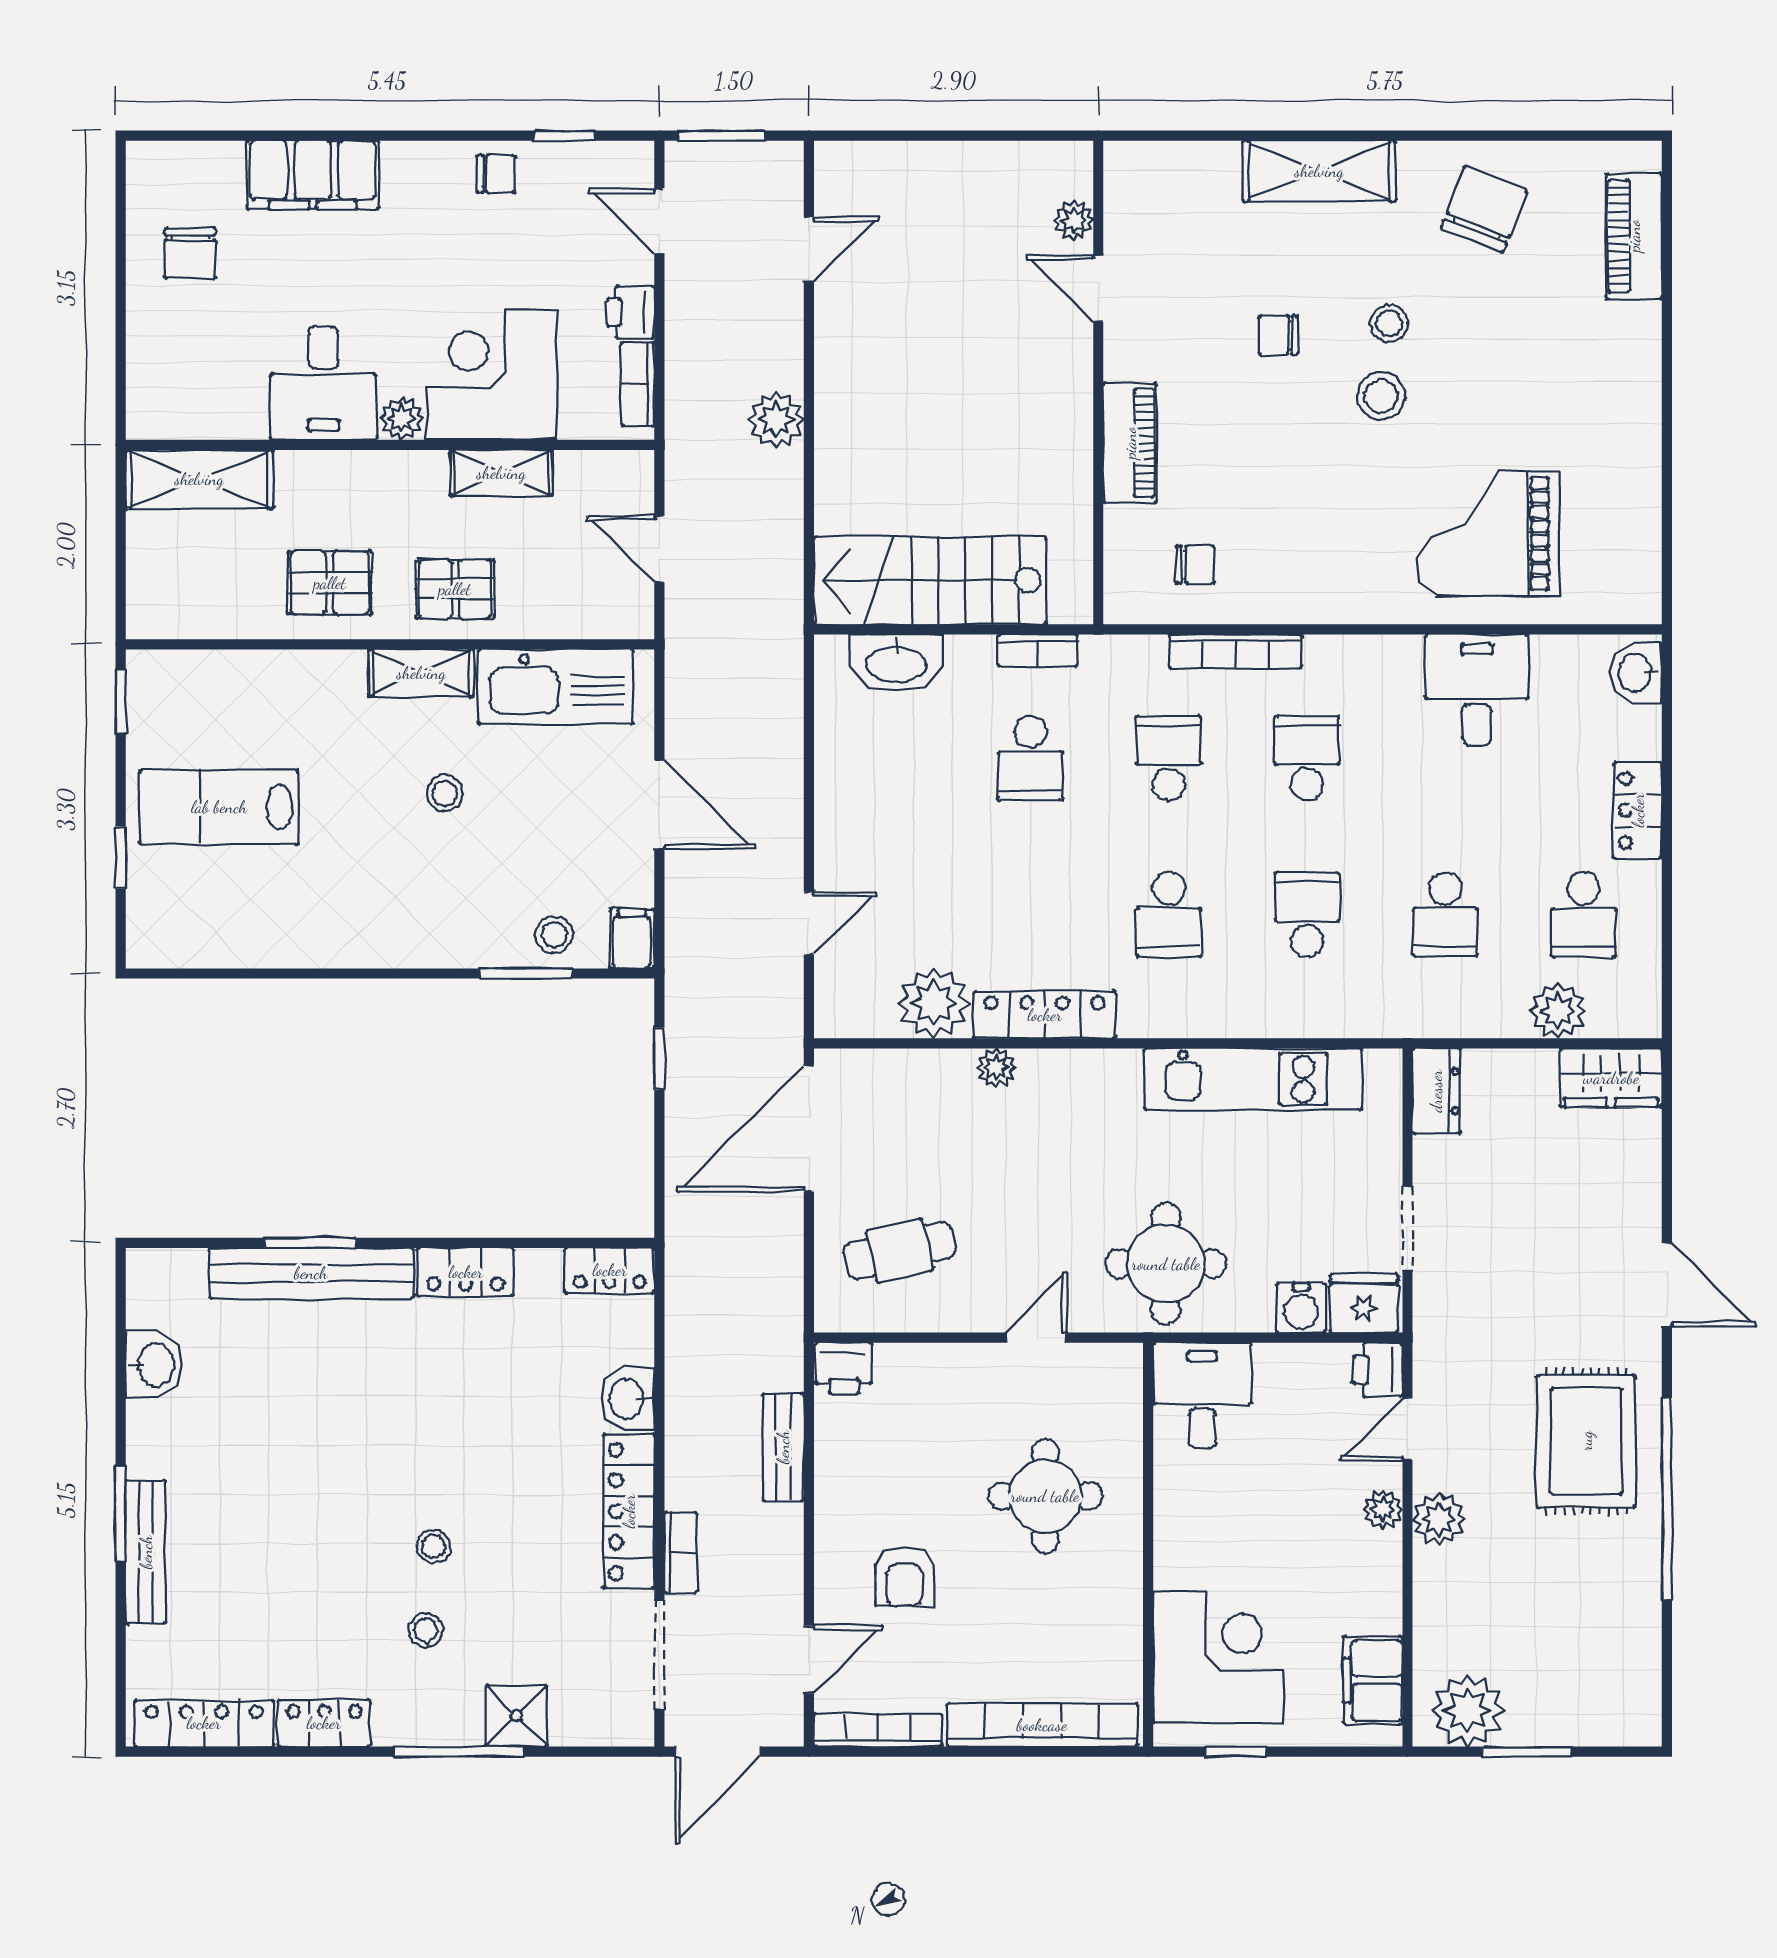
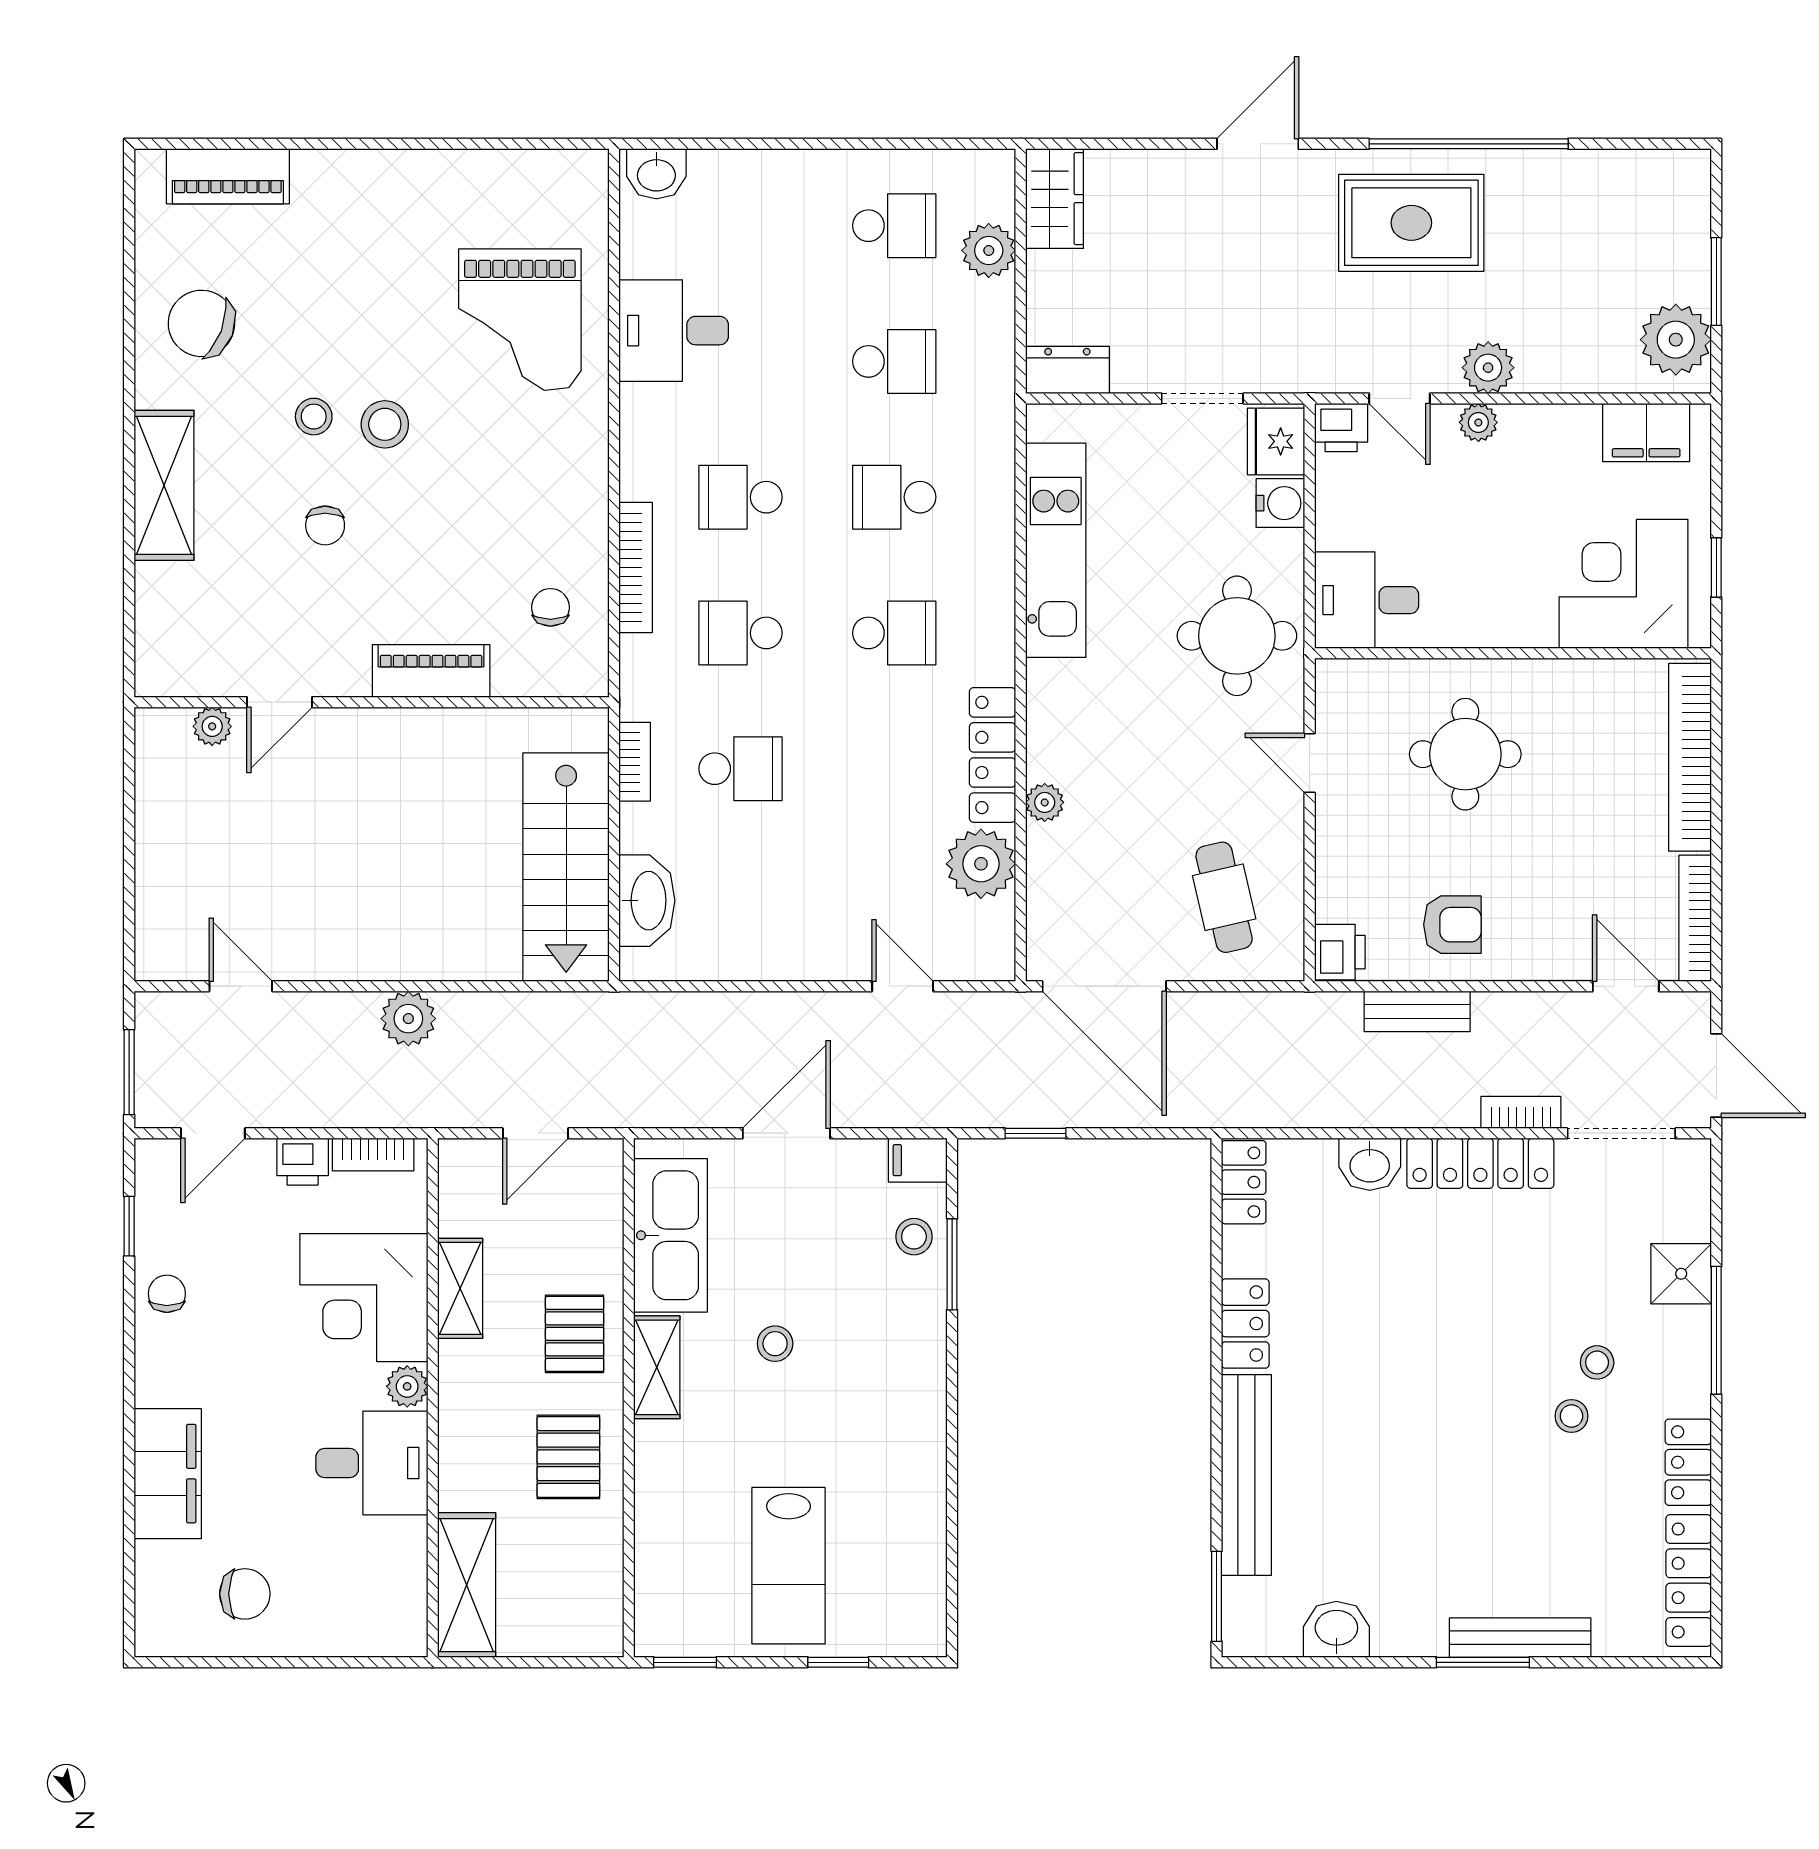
locker: (1638, 810) -> (792, 173), removed
window: (310, 1243) -> (1217, 1596), moved
stool: (434, 1546) -> (1571, 1416), moved
armchair: (904, 1577) -> (1452, 925), moved

